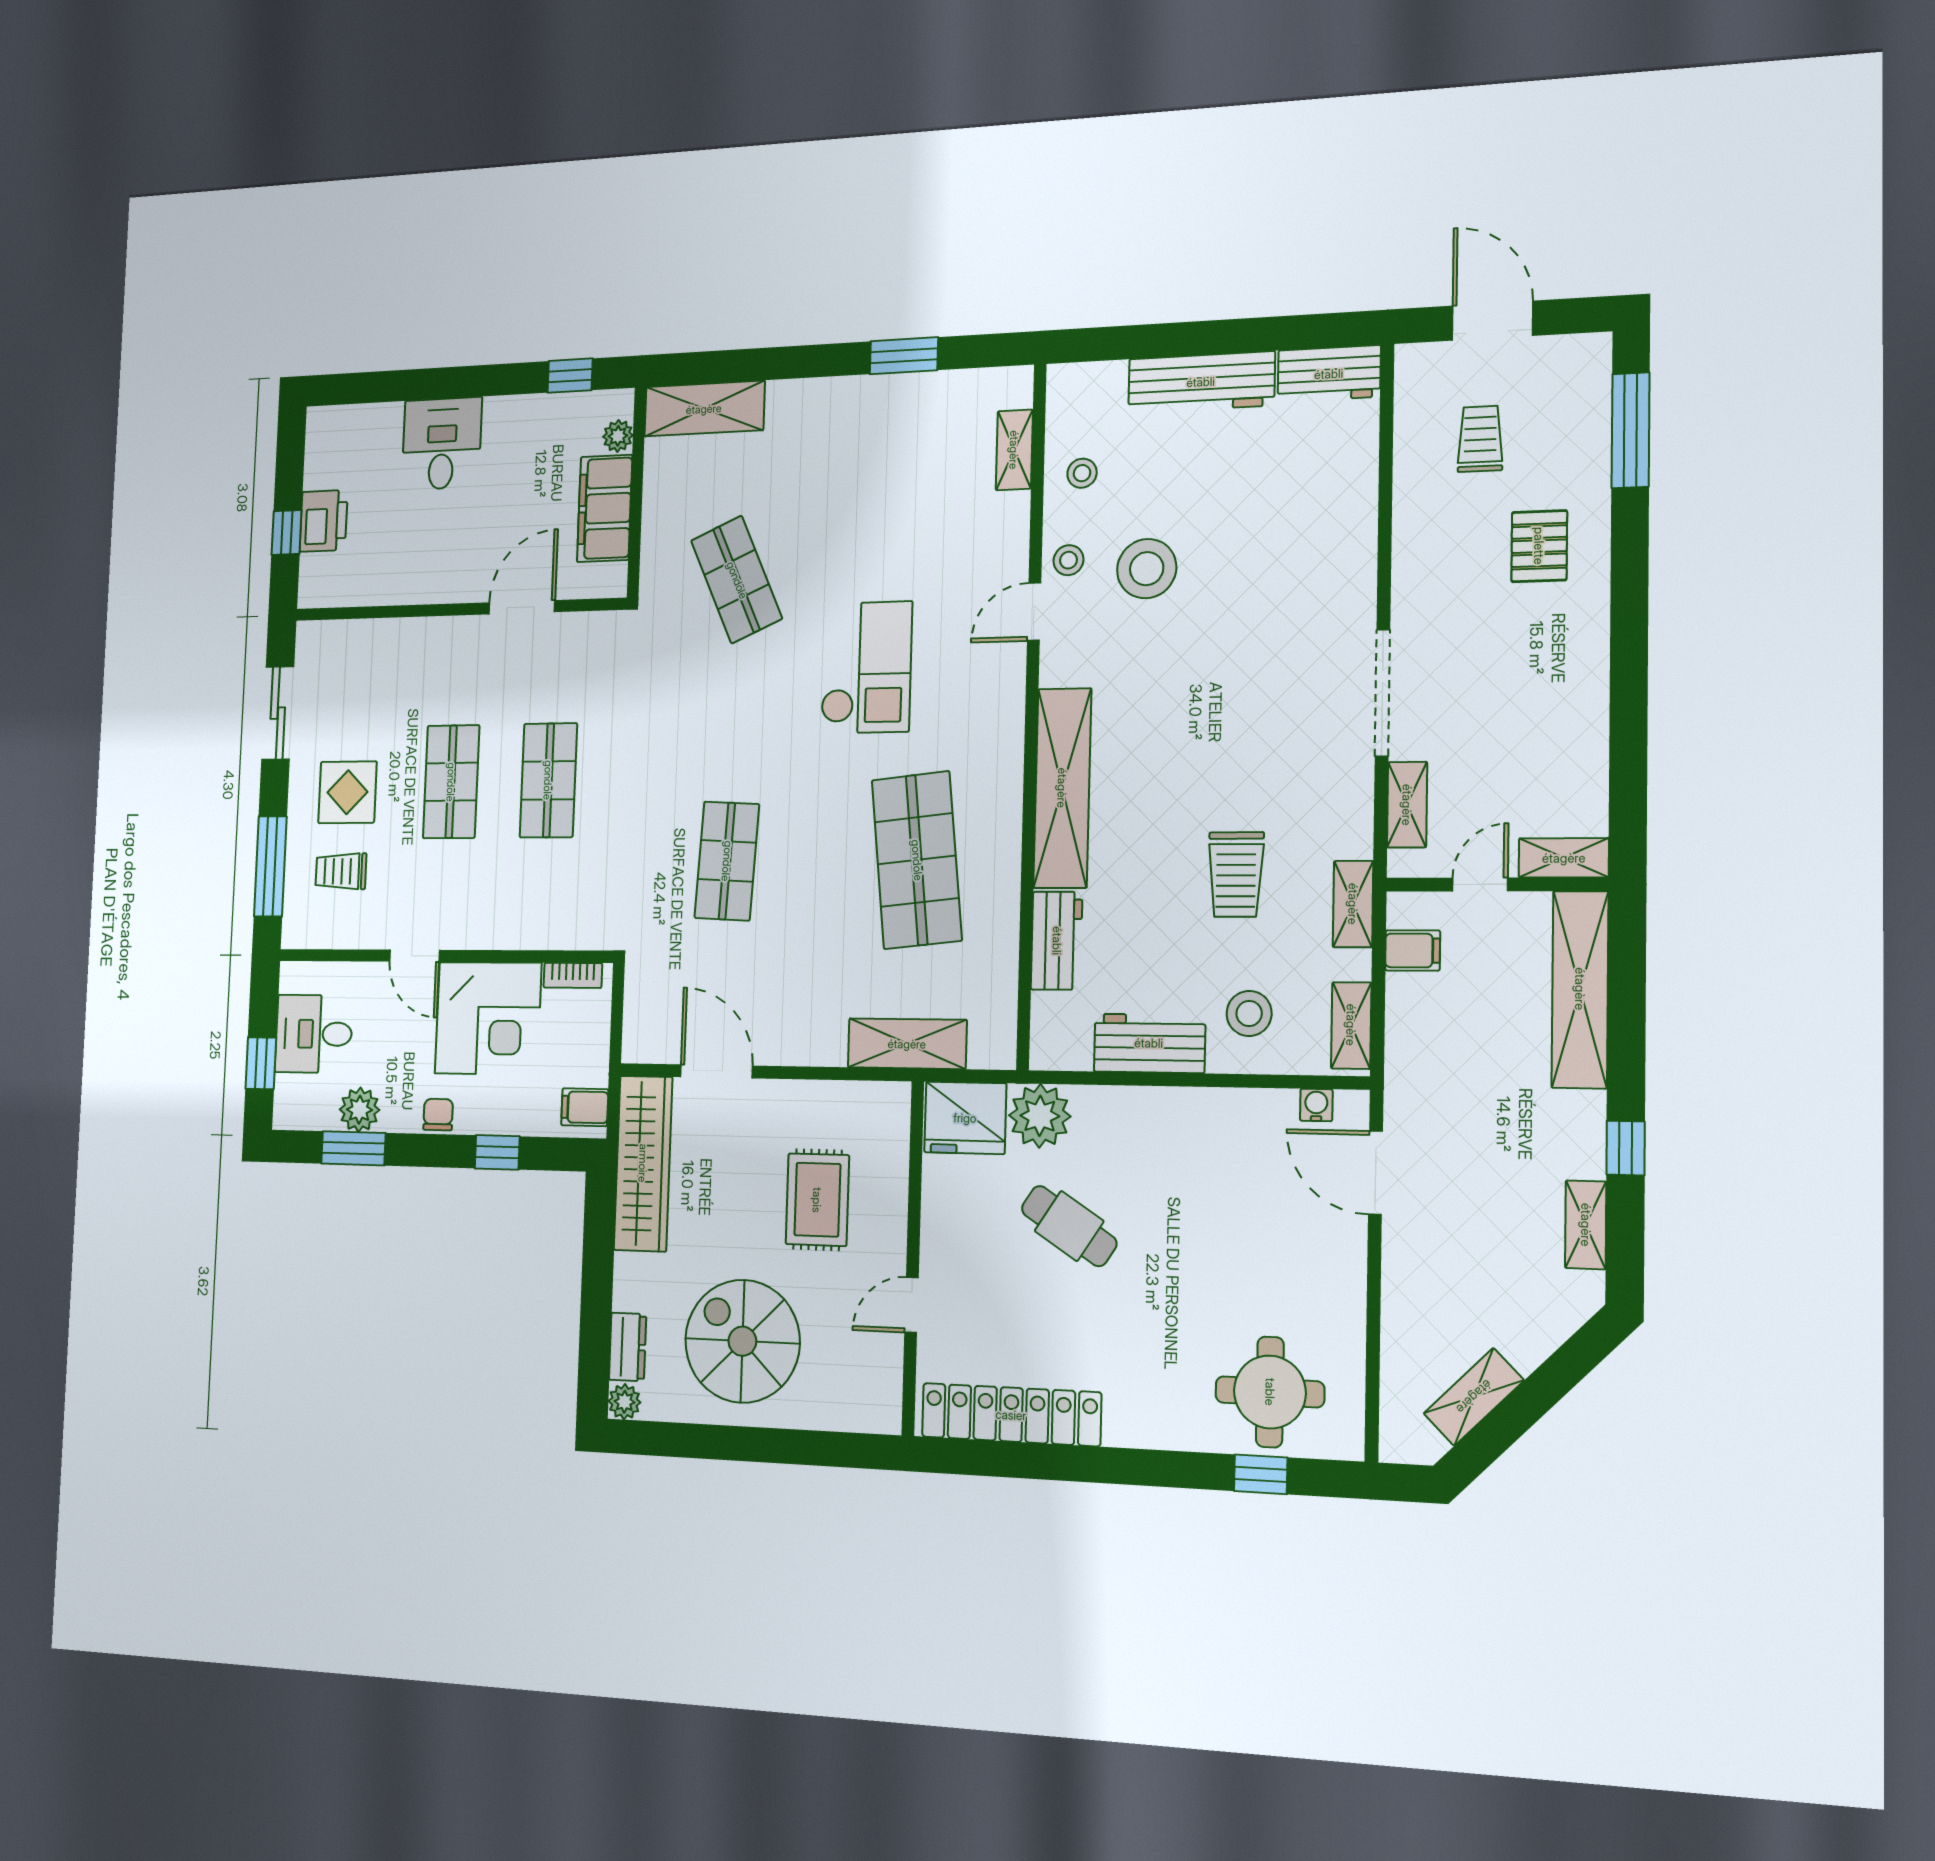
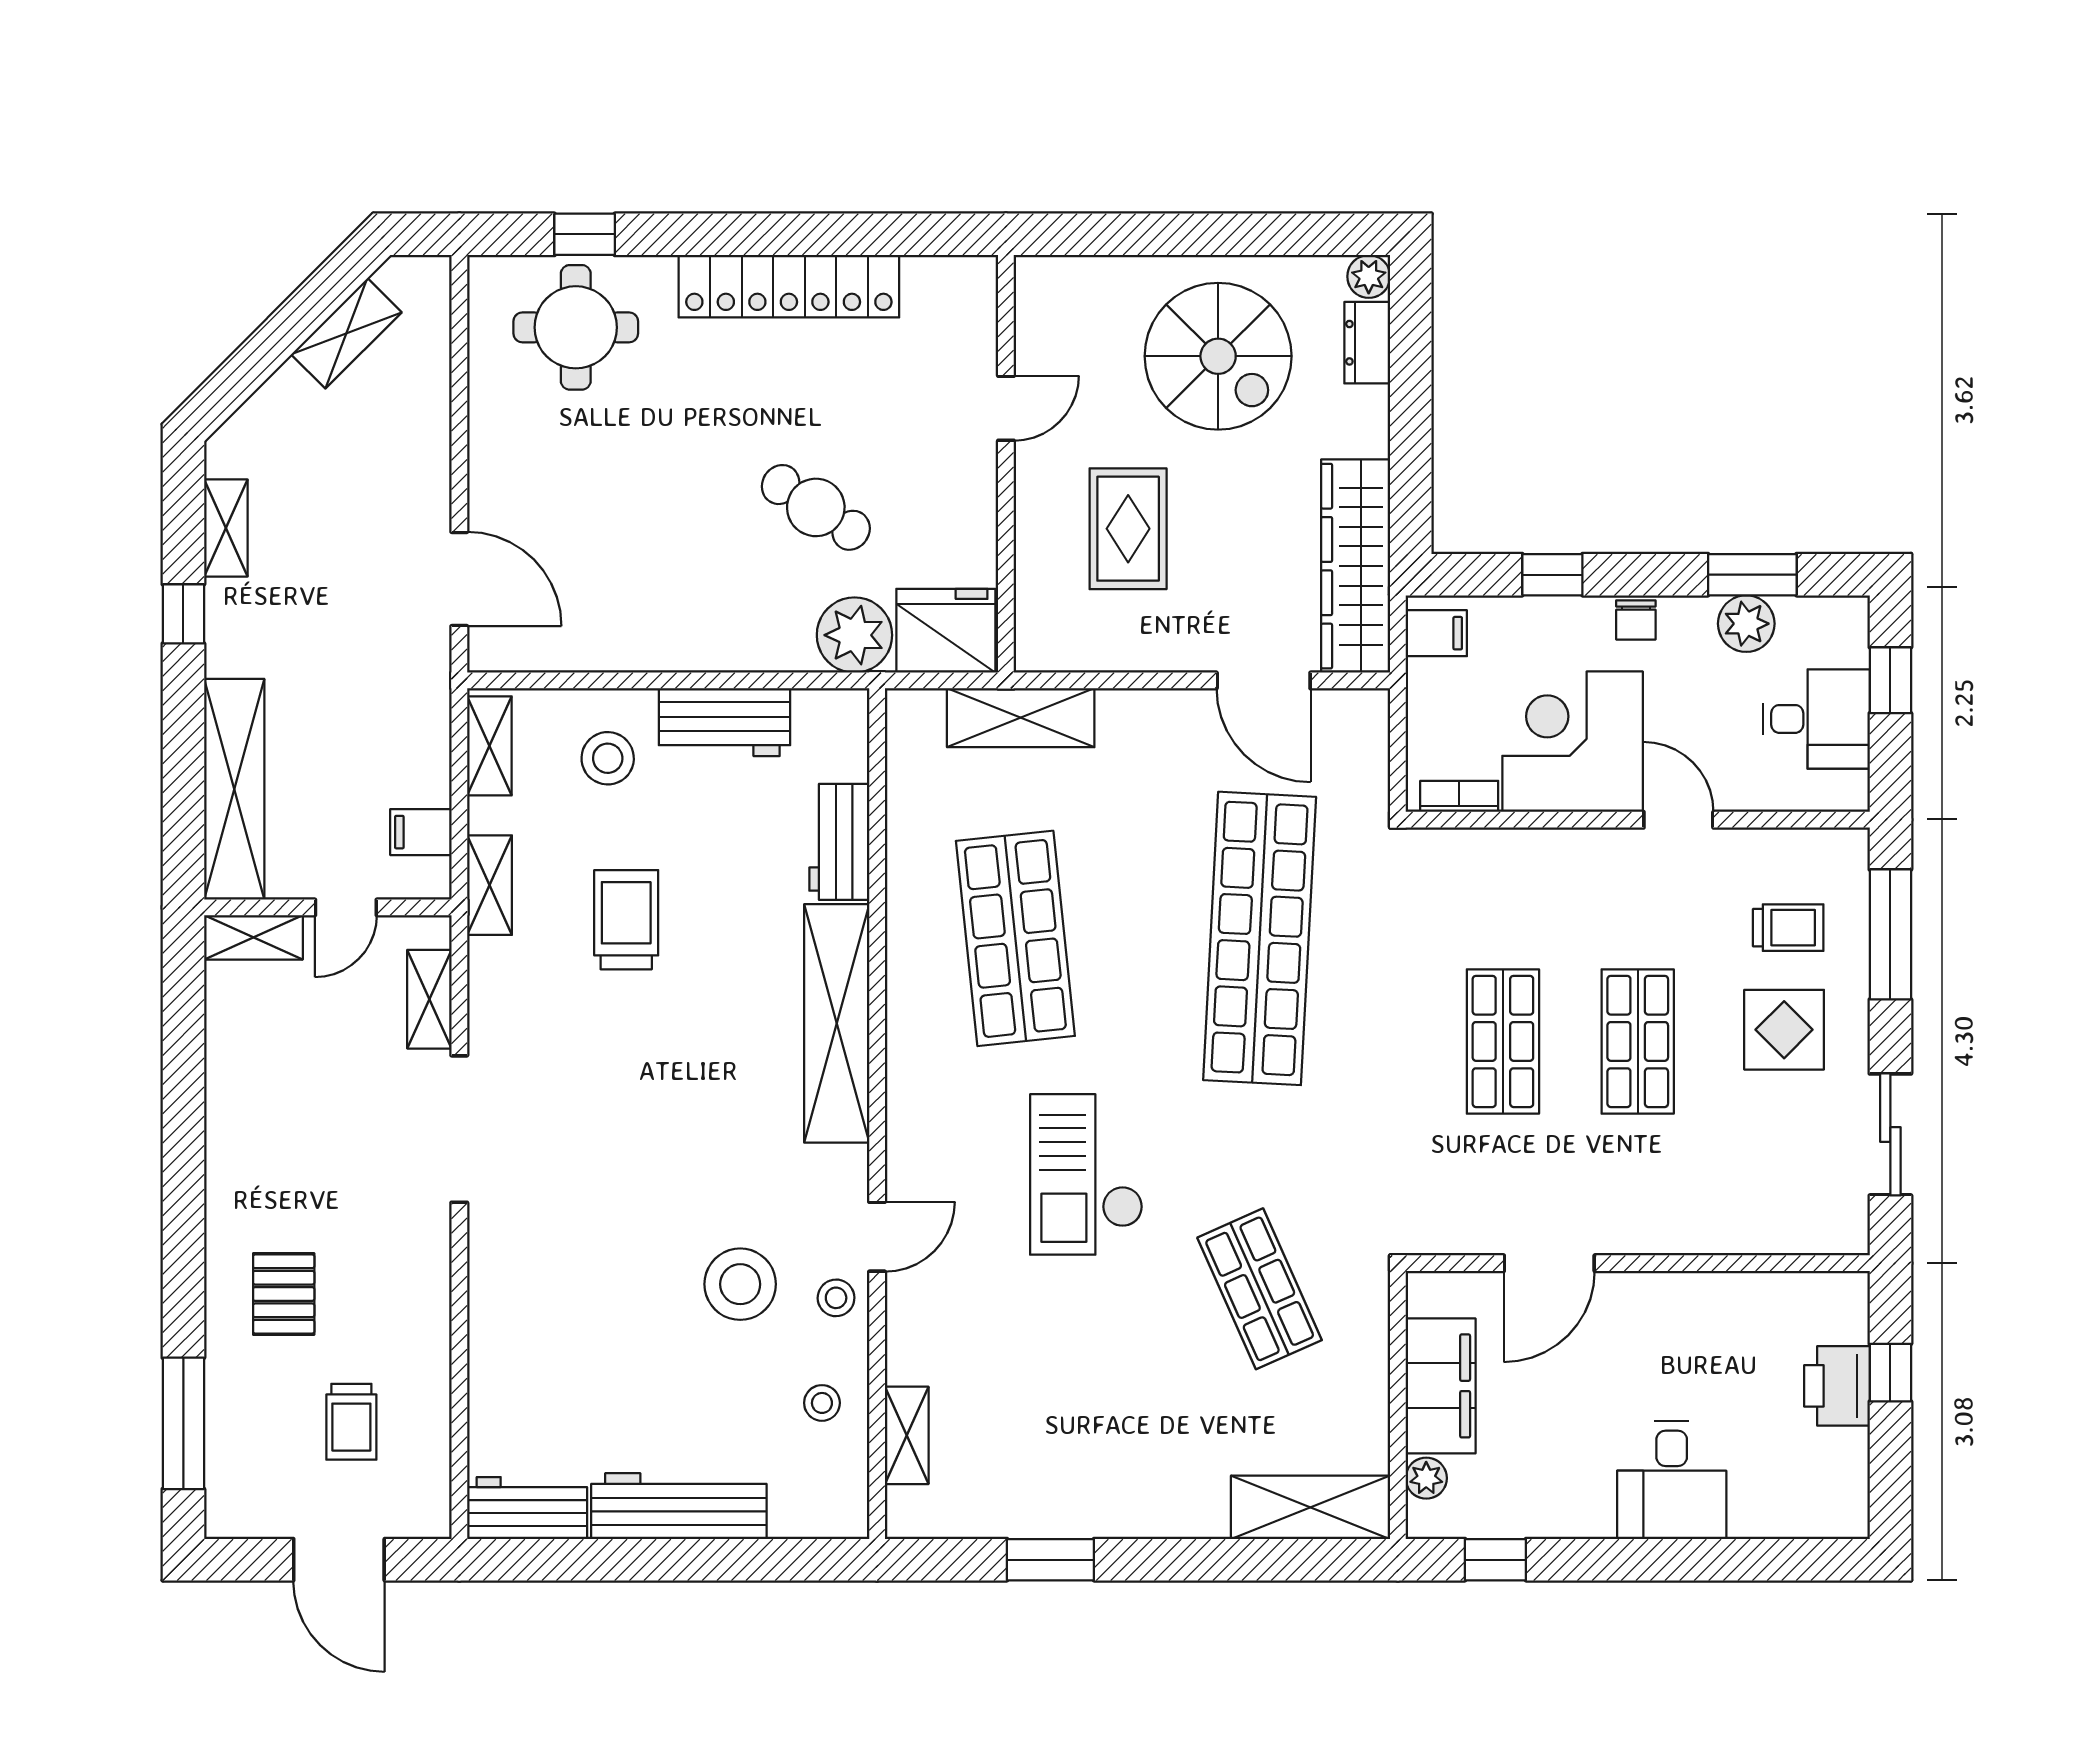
shop shelf: (727, 861) -> (1260, 938), width x2.00, depth x1.36
water cooler: (1316, 1105) -> (528, 654), removed
locker: (1011, 1415) -> (789, 286), moved

